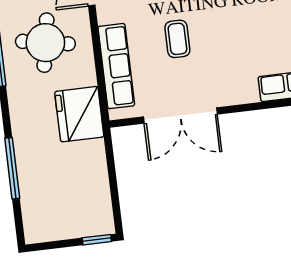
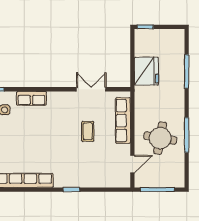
fridge: (79, 114) -> (146, 71), moved
double door: (180, 116) -> (91, 89), width x0.73

